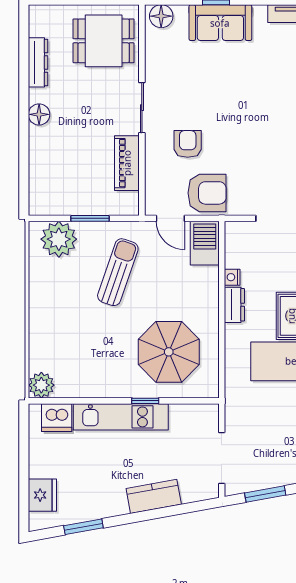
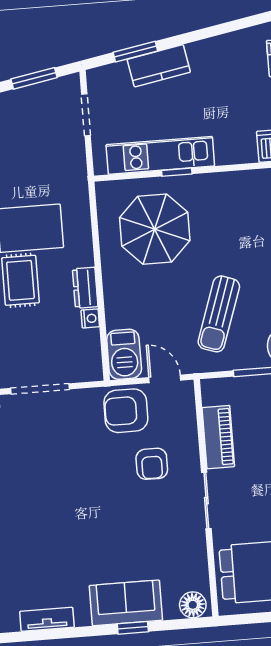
kitchen unit: (121, 417) -> (160, 155), moved
doorway: (222, 458) -> (86, 115), width x0.73
window: (83, 527) -> (135, 52), moved

